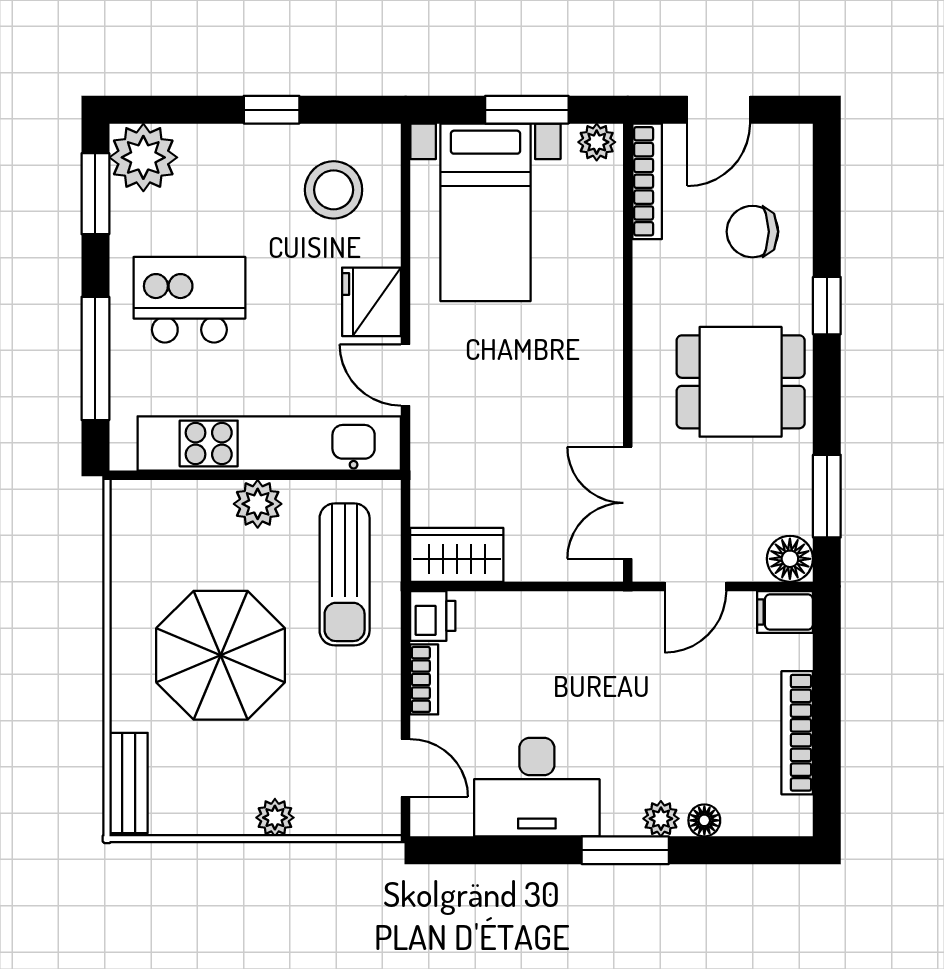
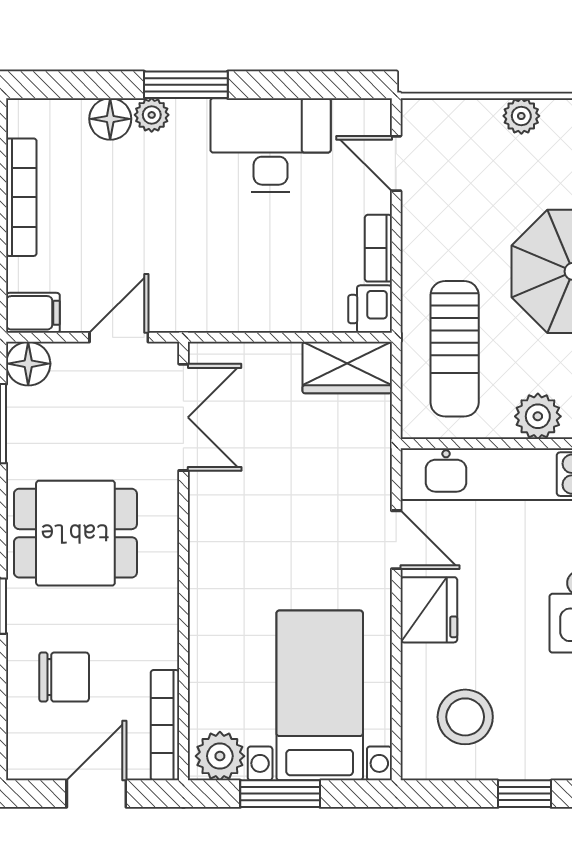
plant: (597, 142) -> (220, 756), width x1.38, depth x1.38
sun lounger: (345, 574) -> (455, 349), turned 180
floor lamp: (704, 820) -> (110, 119), width x1.37, depth x1.37

